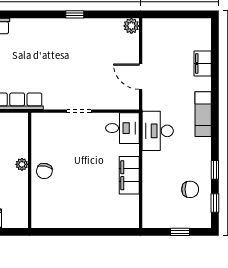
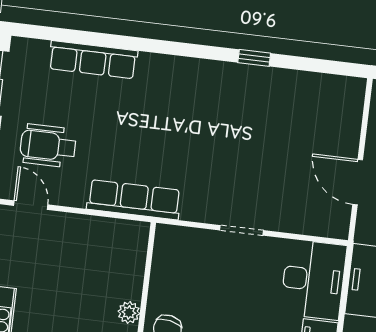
plant: (131, 26) -> (352, 90), removed
desk: (122, 128) -> (313, 280), width x1.37

